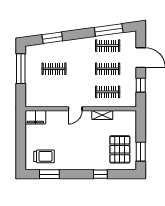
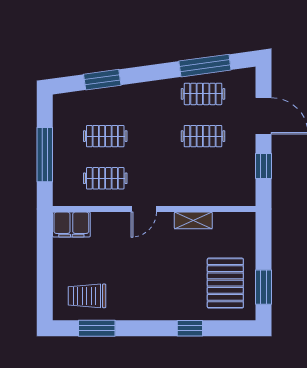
window: (21, 69) -> (45, 155), moved
clothes rail: (108, 92) -> (105, 178), moved
trolley: (44, 156) -> (87, 296), turned 180

